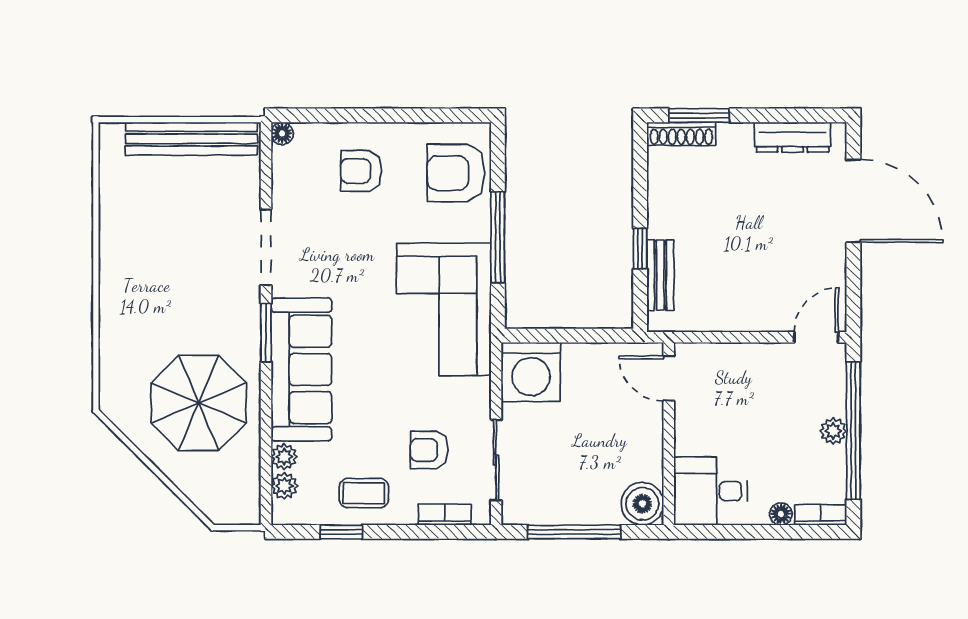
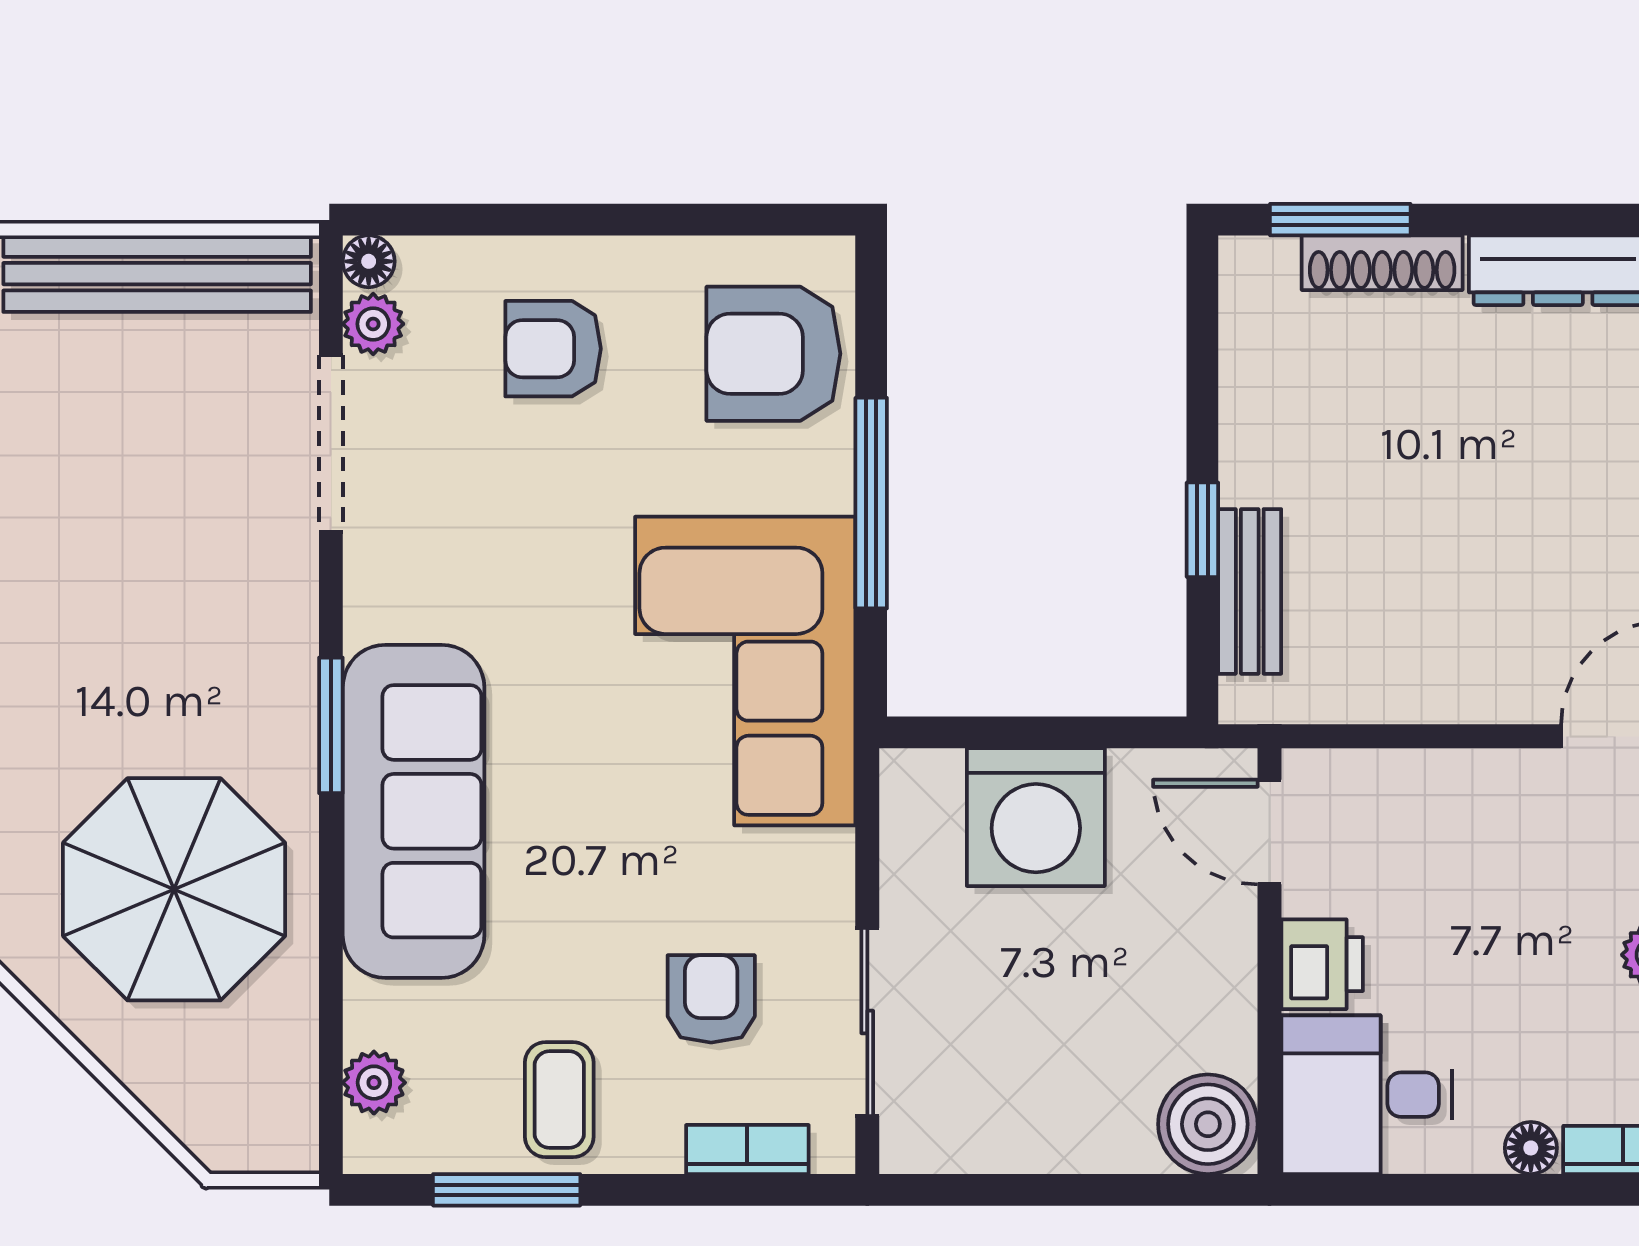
shoe rack: (681, 134) -> (1382, 263), moved
doorway: (266, 247) -> (331, 443), moved
washing machine: (531, 372) -> (1036, 817), moved
printer: (691, 435) -> (1322, 964), added
armchair: (429, 450) -> (711, 999), turned 90
plant: (284, 457) -> (373, 324), moved
coffee table: (364, 493) -> (559, 1100), turned 90
window: (341, 532) -> (507, 1190), width x1.50
window: (574, 532) -> (1049, 1190), removed

